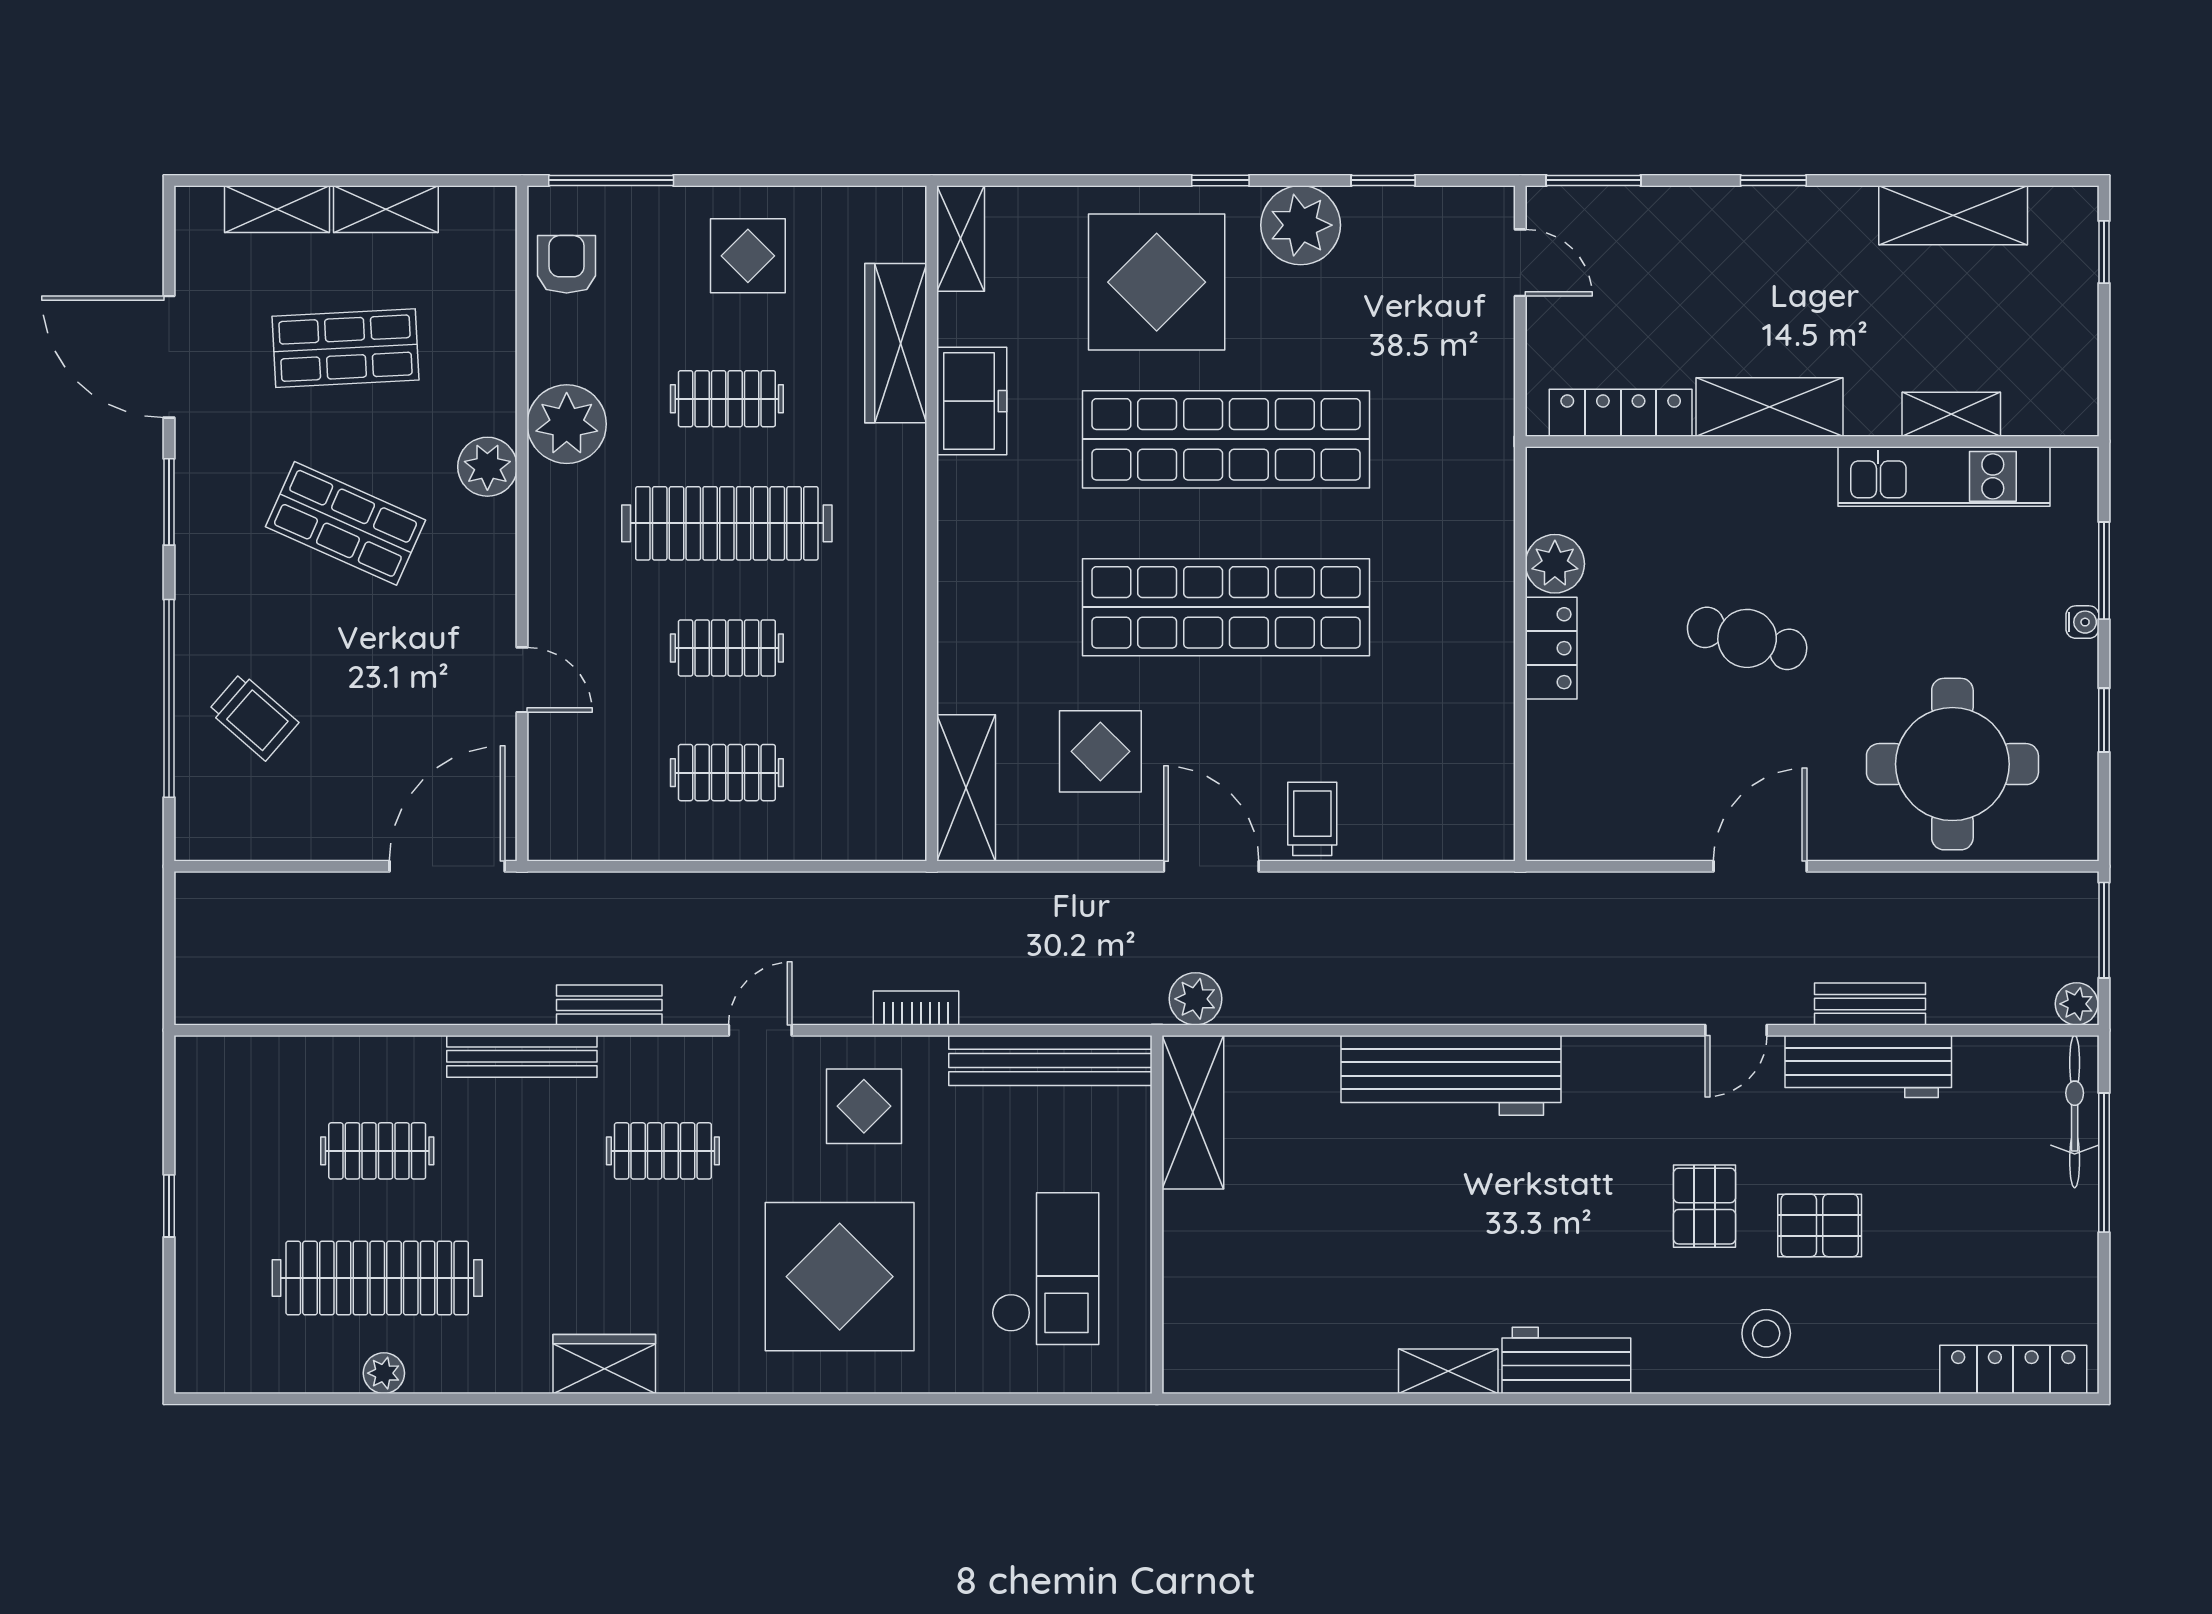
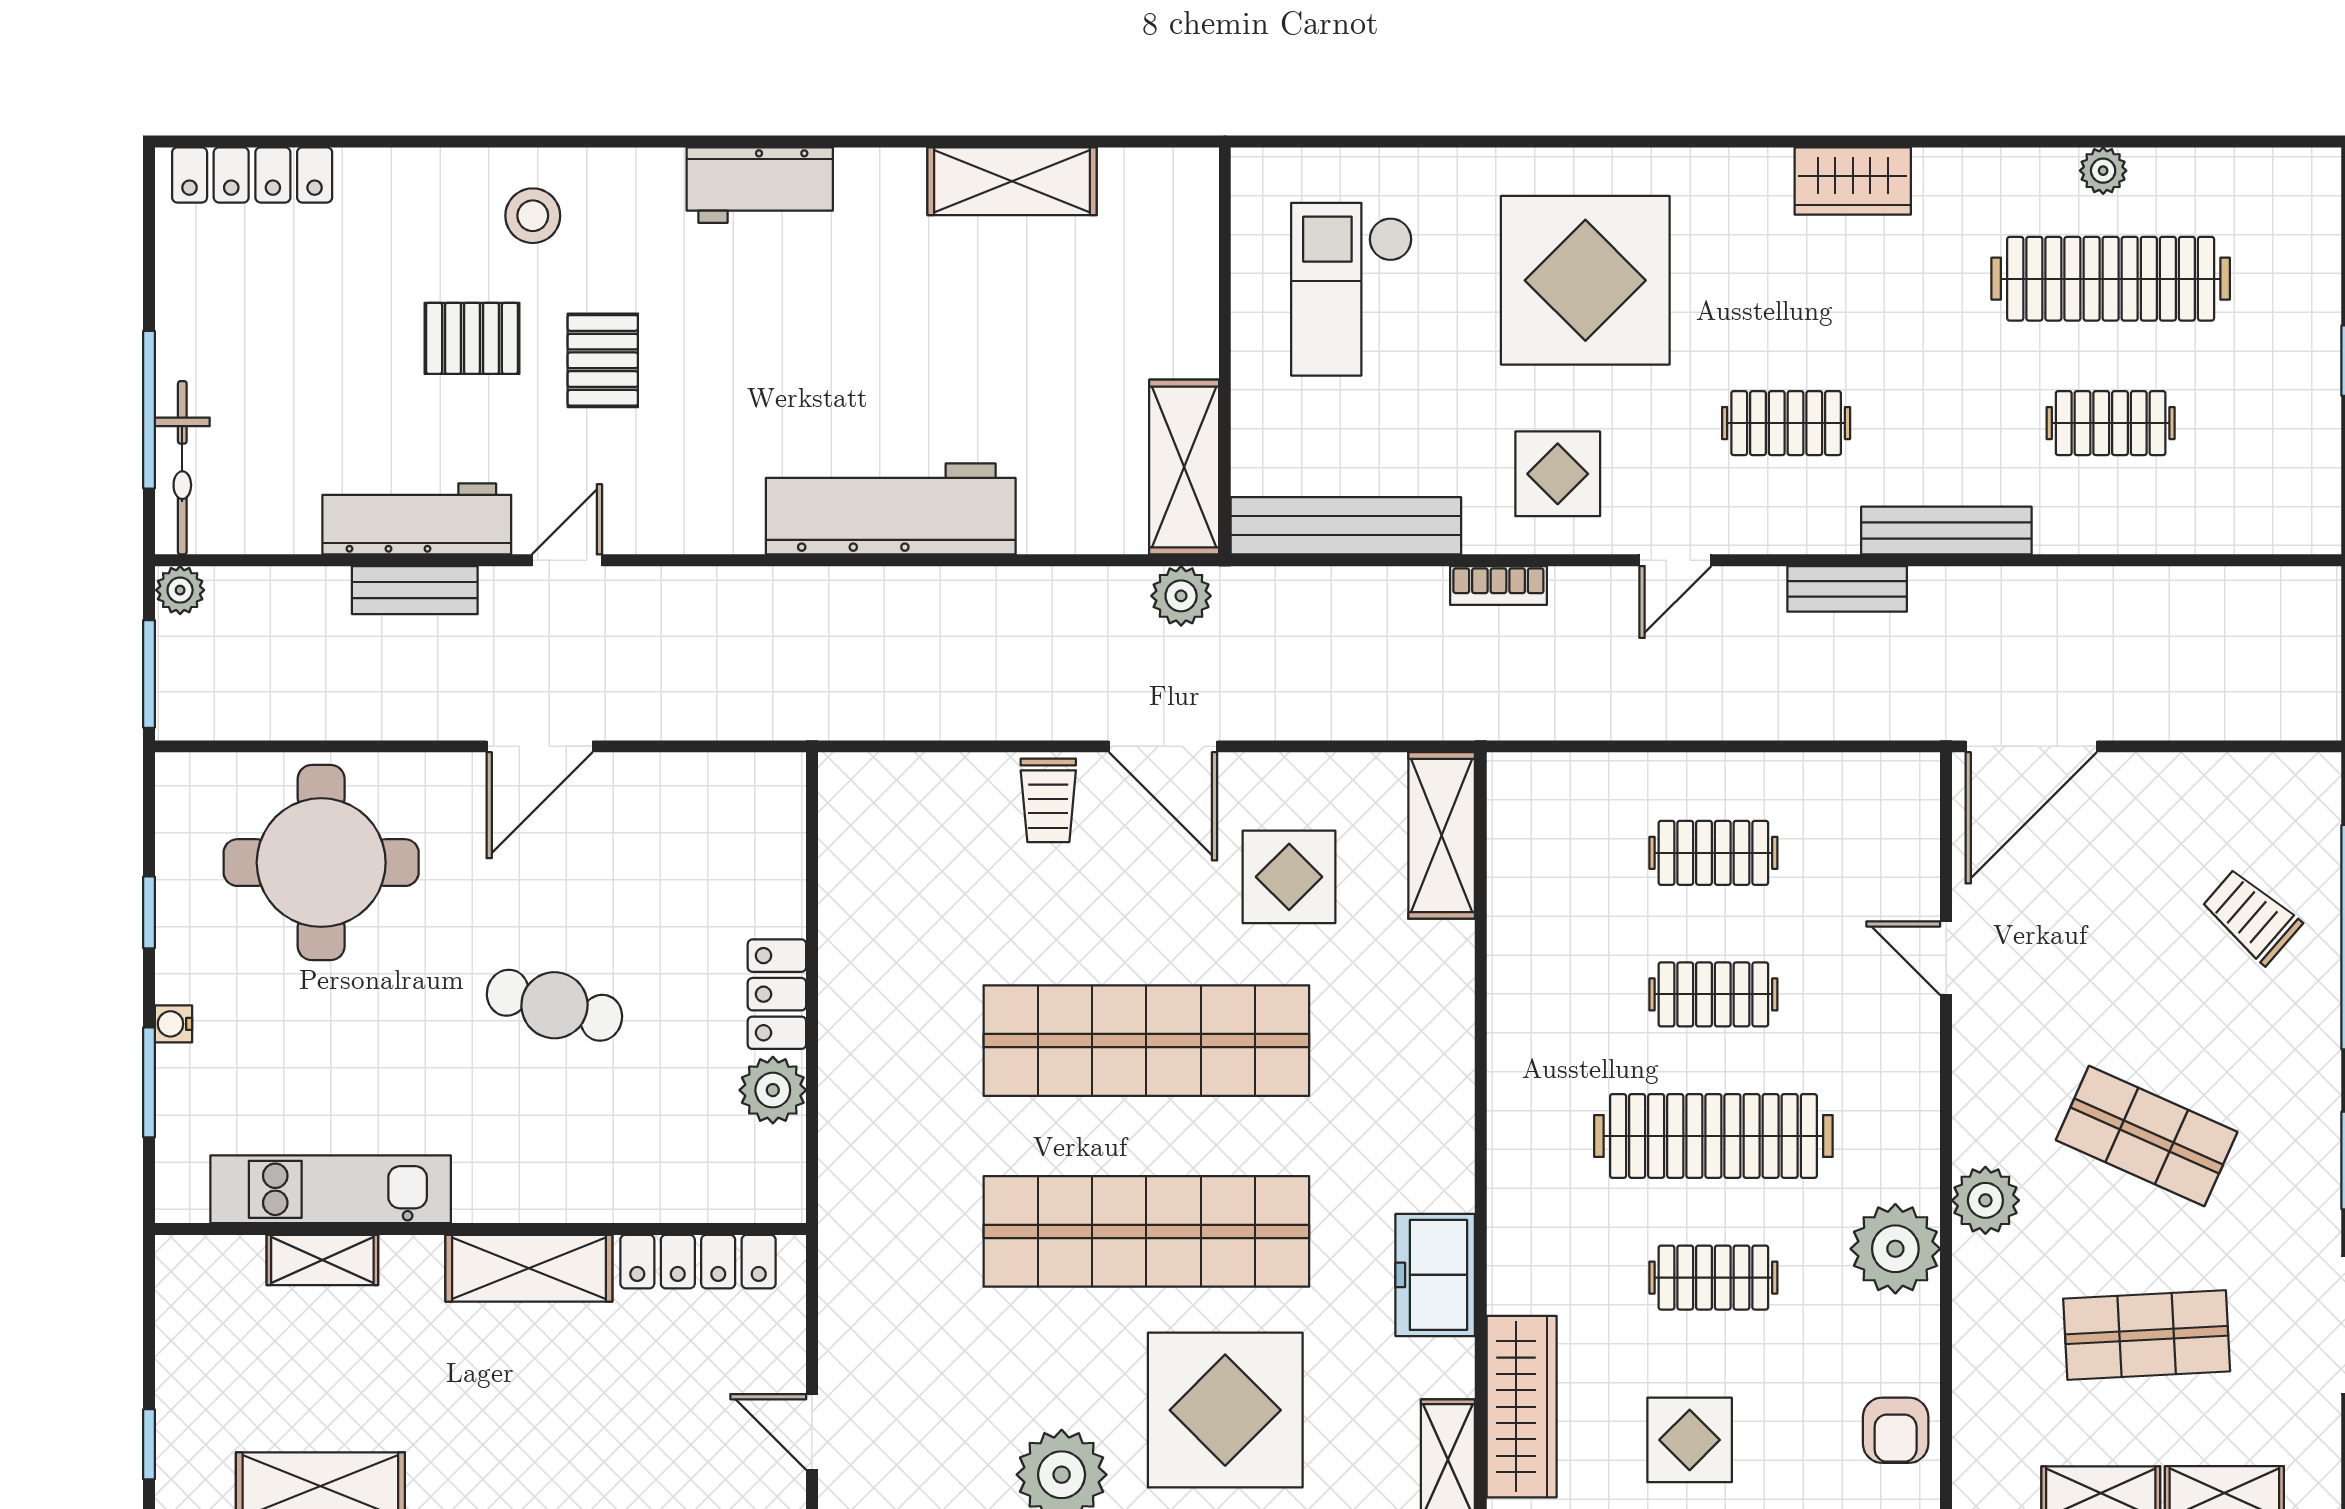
wardrobe: (896, 343) -> (1522, 1407), moved
shelving: (1448, 1371) -> (1012, 181), moved, width x1.50, depth x1.33

